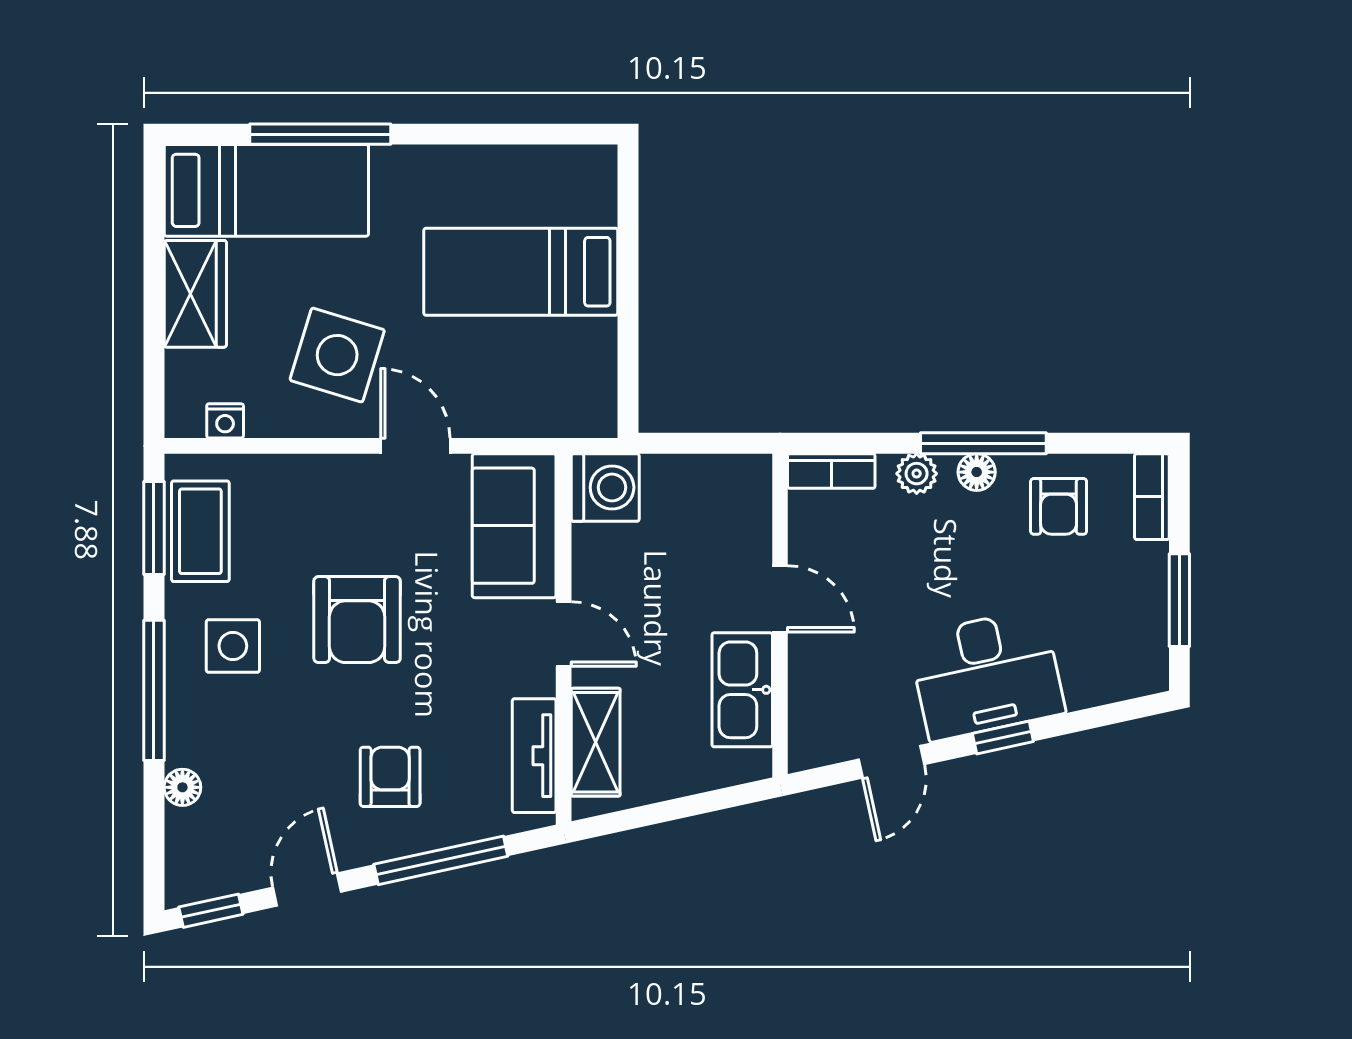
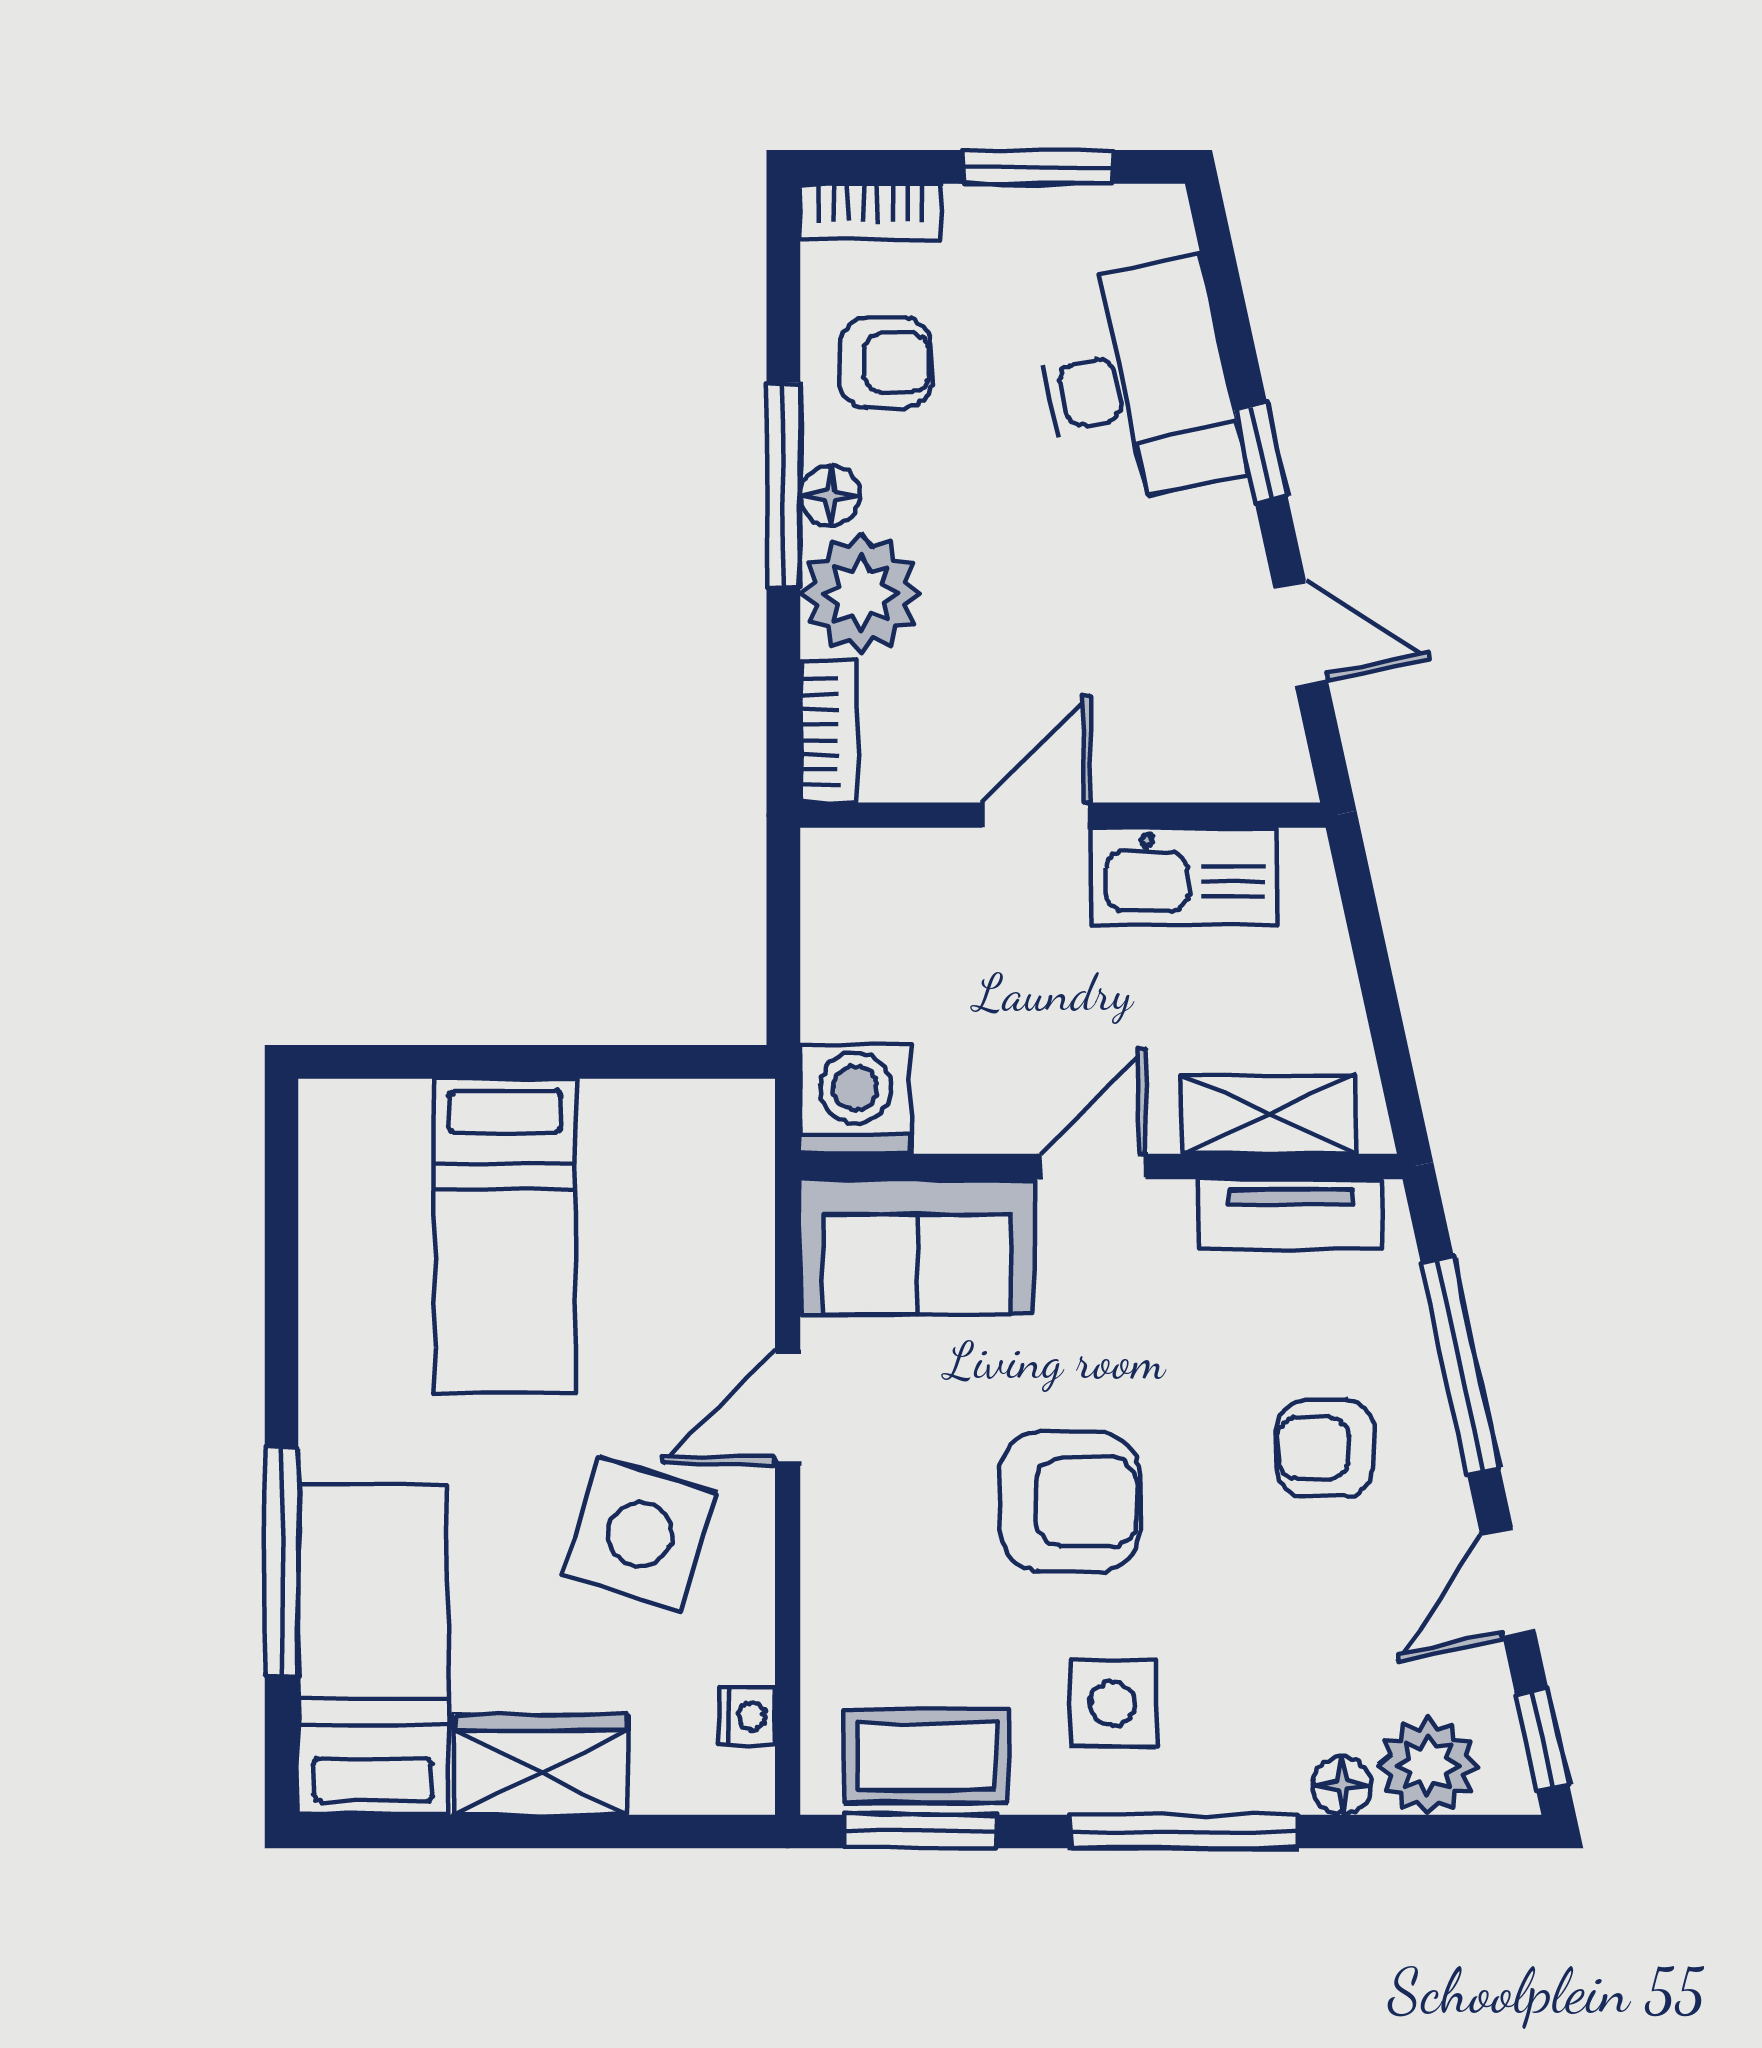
plant: (917, 474) -> (861, 593), width x1.87, depth x1.87
desk: (986, 674) -> (1137, 382), moved
plant: (195, 840) -> (1427, 1766), added
door: (307, 890) -> (1508, 1583), hinge flipped

